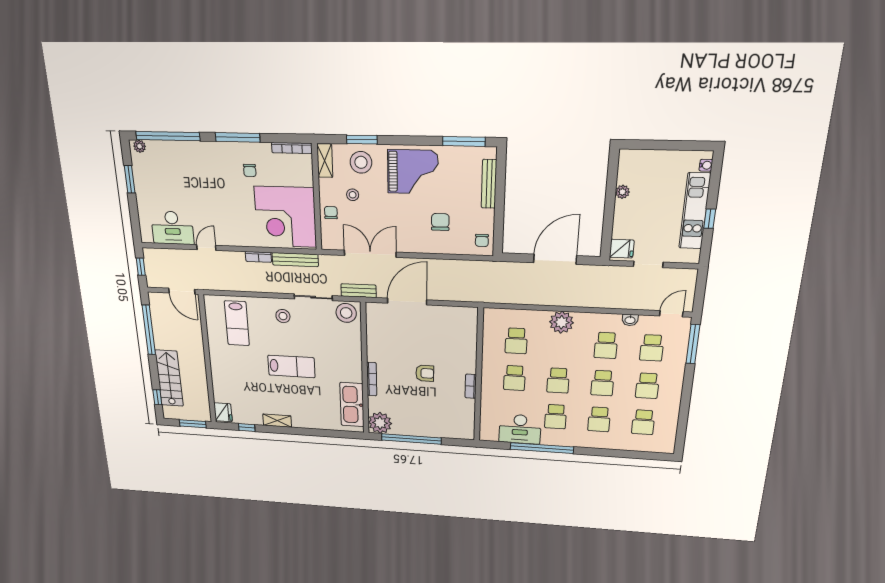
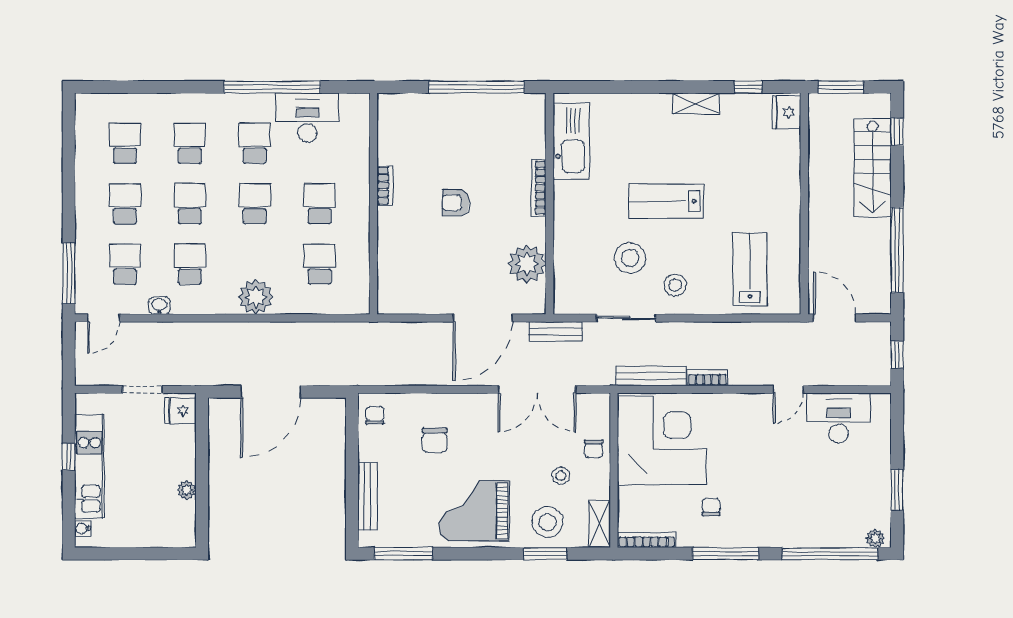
stool: (346, 313) -> (630, 258), moved
plant: (380, 423) -> (527, 264), moved

